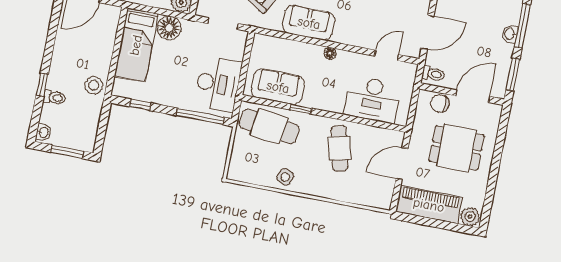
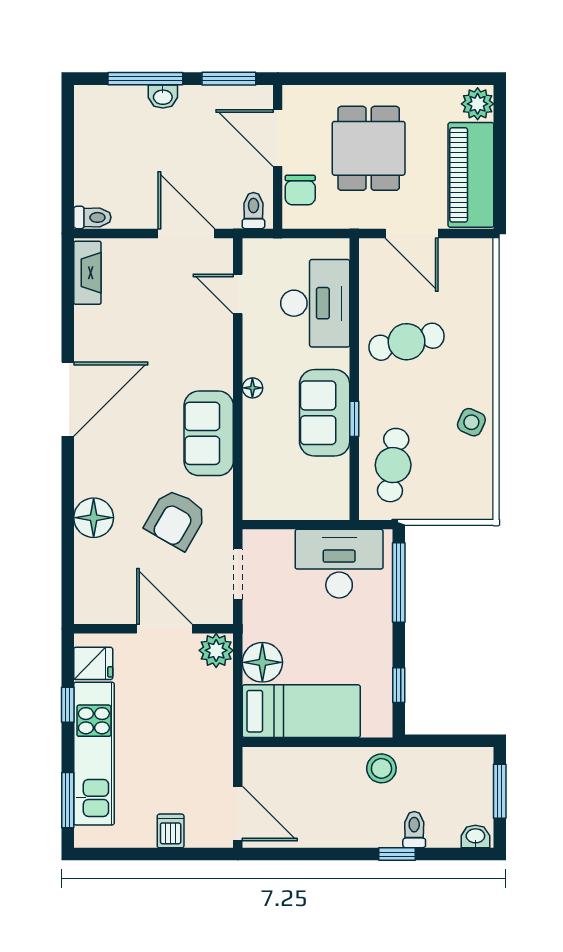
sofa: (278, 87) -> (325, 413), moved
cafe table: (269, 126) -> (393, 465), width x0.73, depth x0.74

